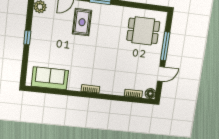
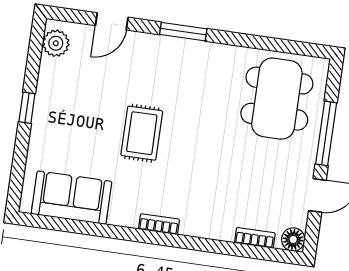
rug: (82, 22) -> (142, 133), moved
dining table: (143, 31) -> (277, 99), width x1.37

